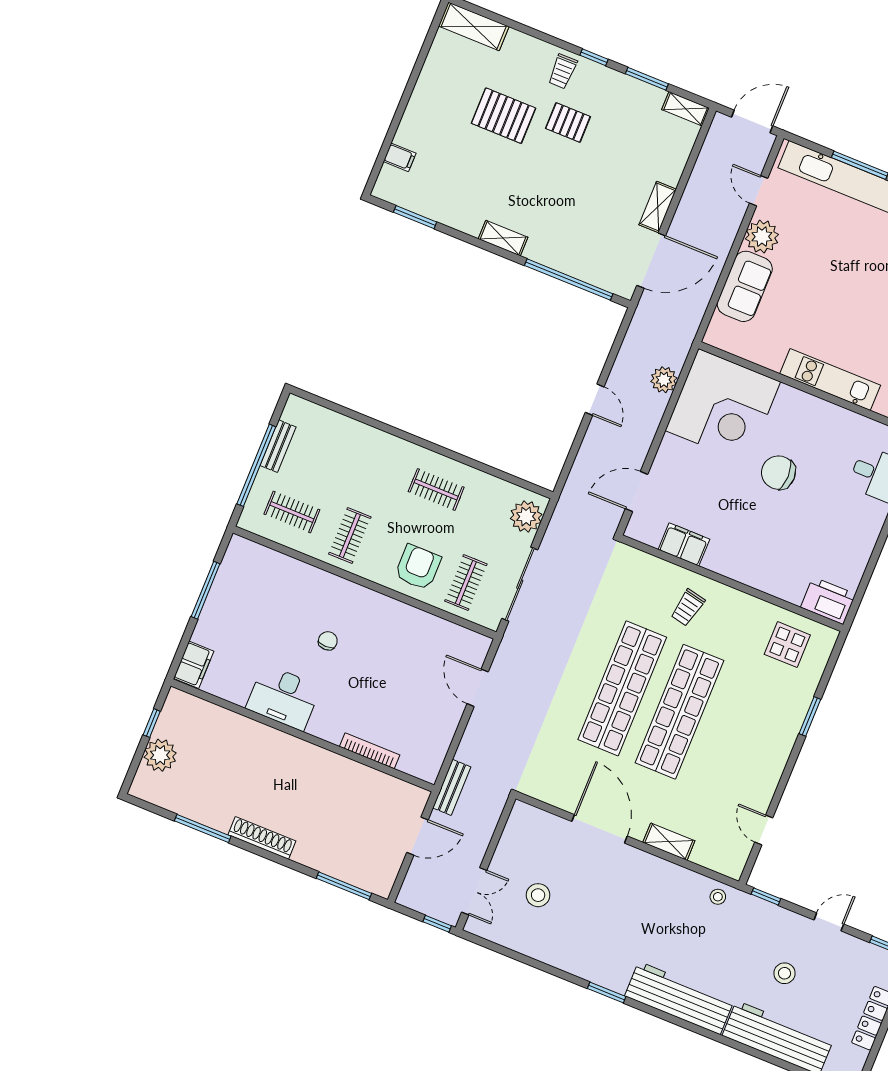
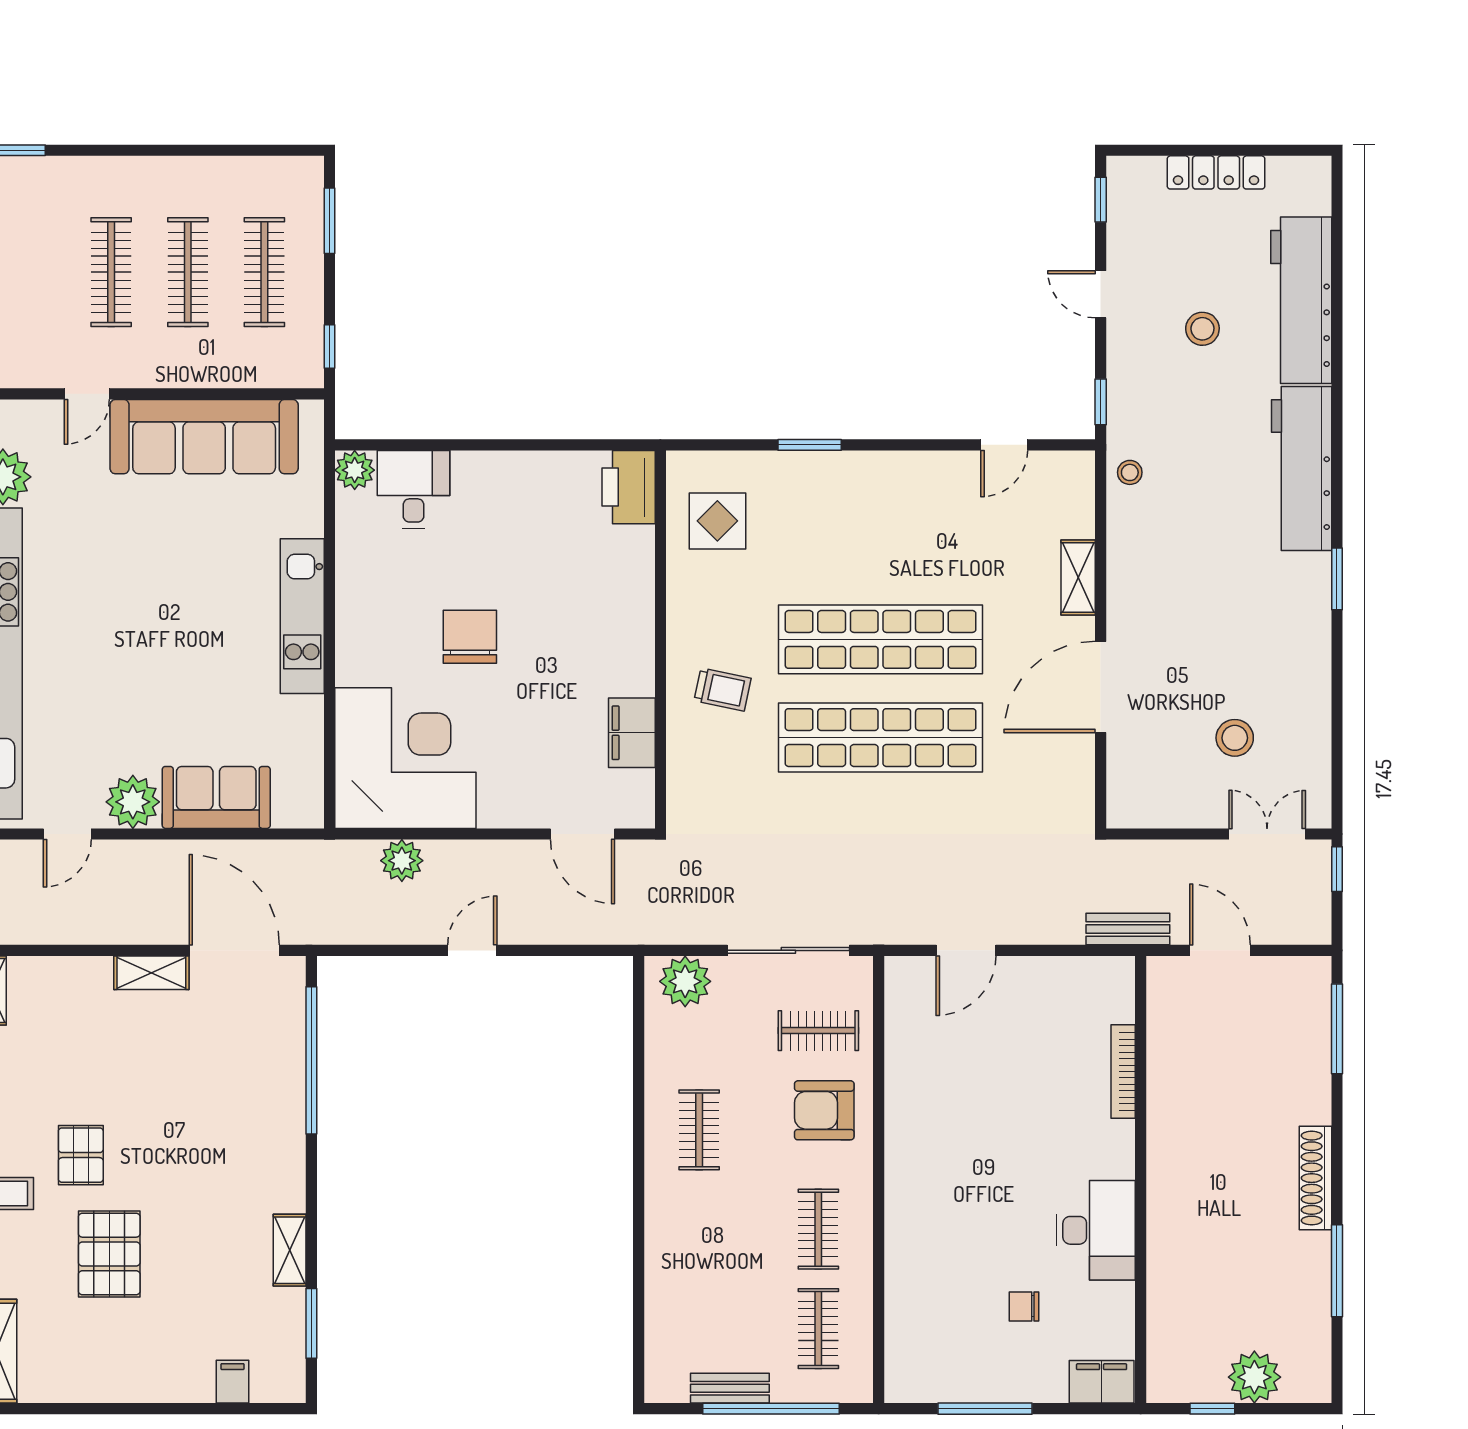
shelving: (503, 238) -> (290, 1250), moved
chair: (778, 473) -> (470, 637), turned 180
clothes rail: (350, 535) -> (818, 1229), turned 90
chair: (328, 641) -> (1024, 1306), moved

